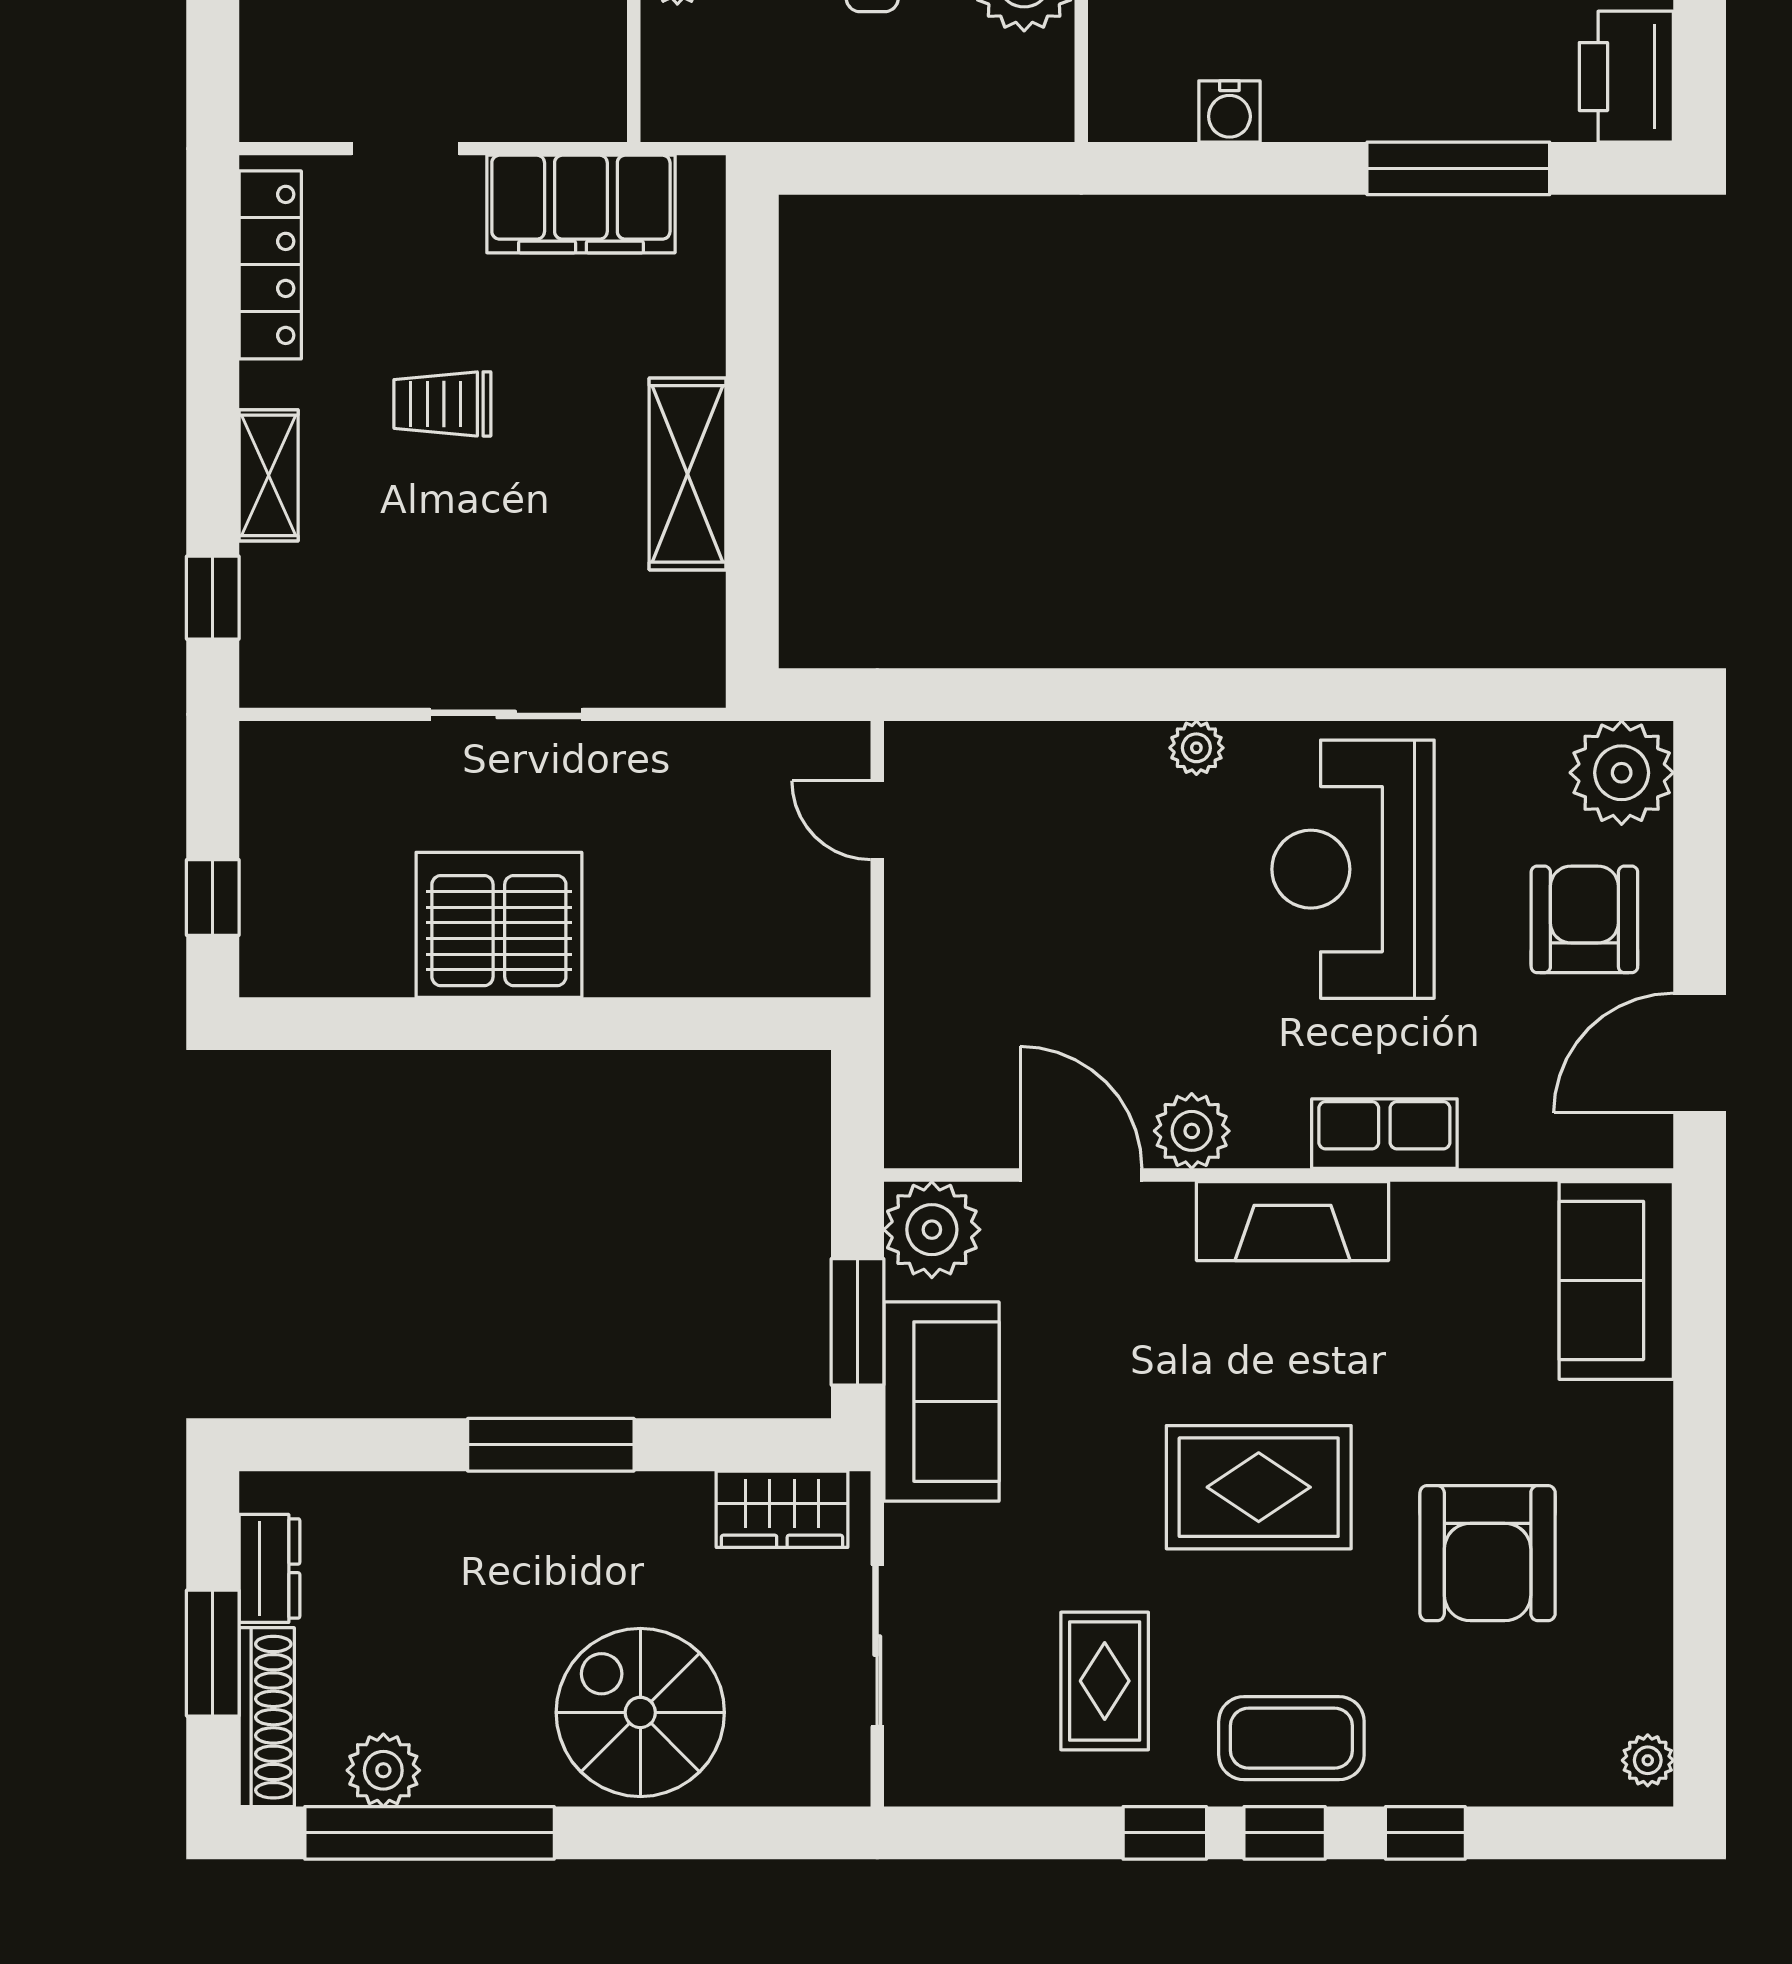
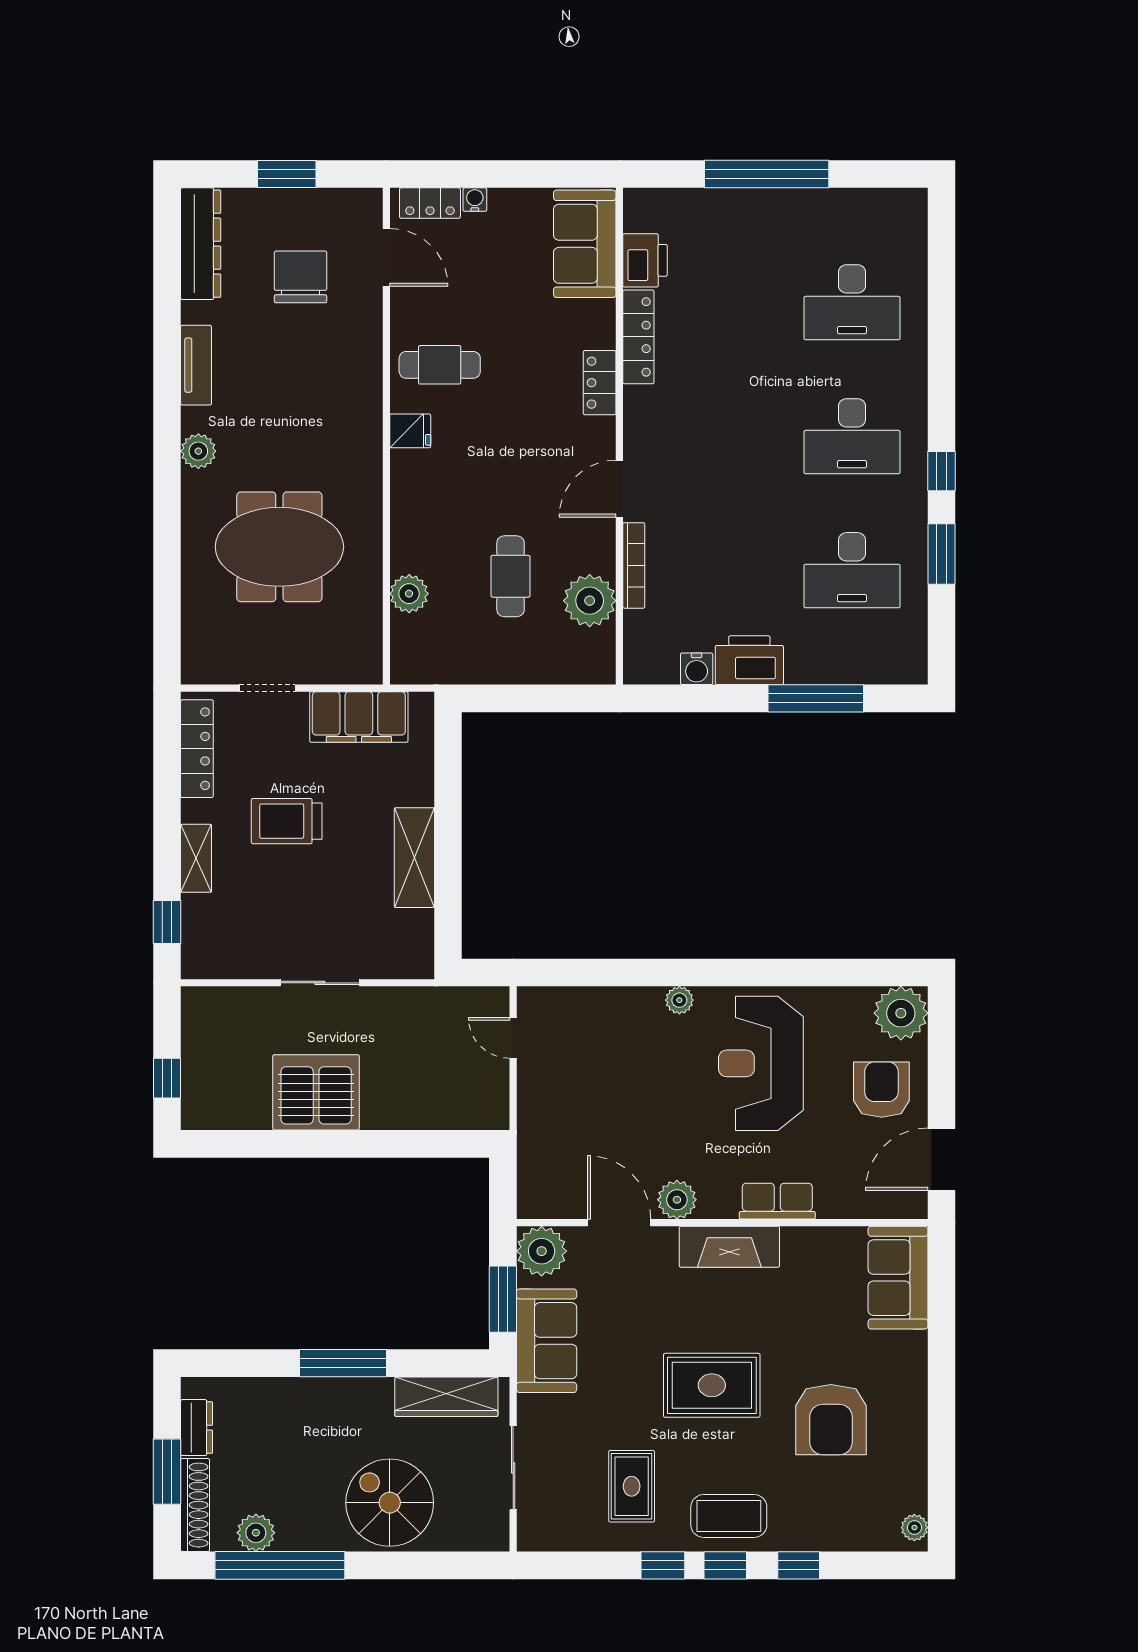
printer: (1626, 77) -> (749, 660), moved, turned 90
trolley: (442, 404) -> (287, 821), width x1.36, depth x1.39
wardrobe: (782, 1509) -> (446, 1397), width x1.50

